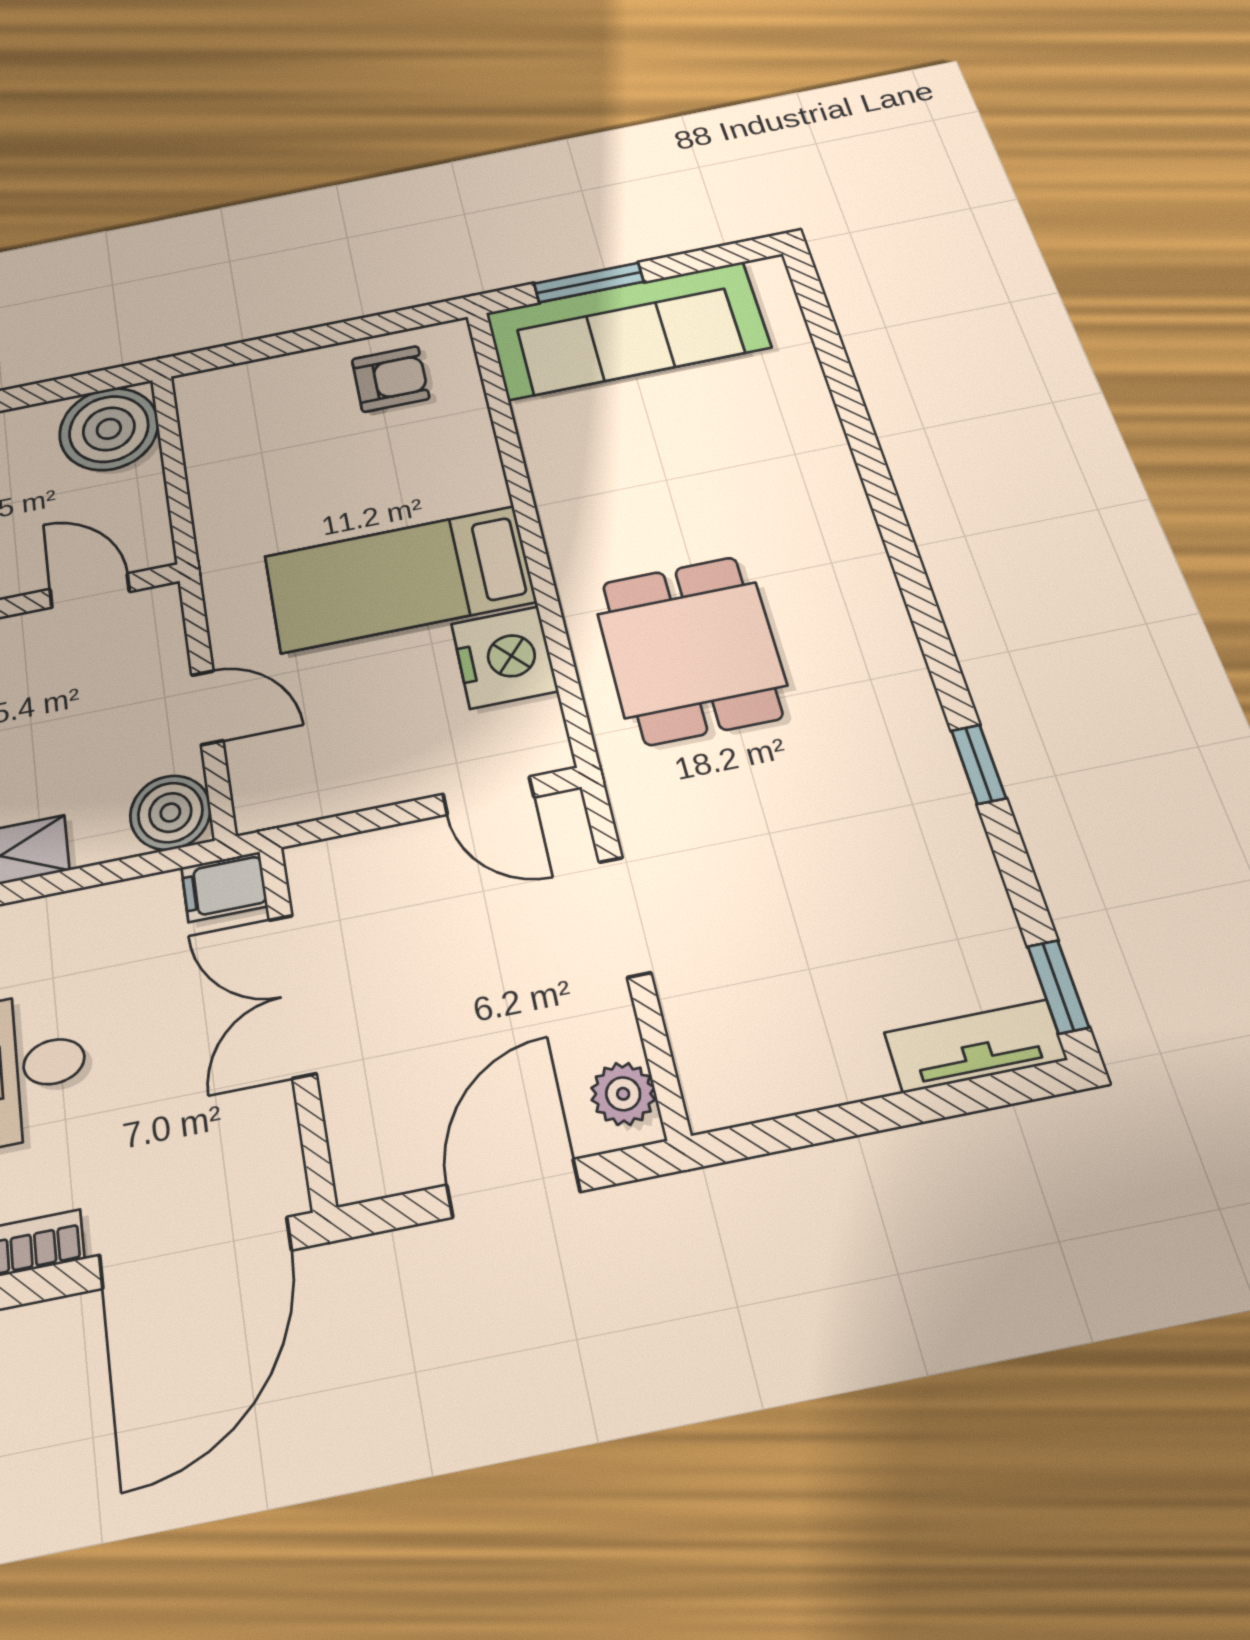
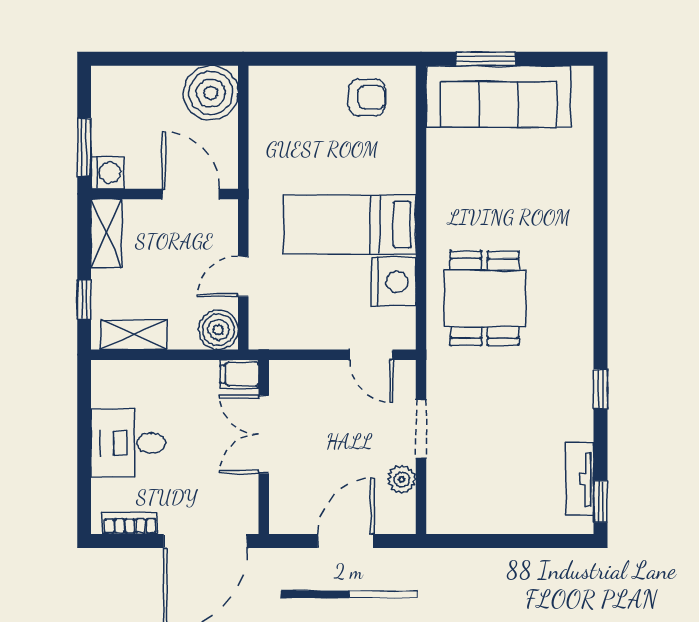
door: (90, 591) -> (191, 194), width x1.38
door: (207, 708) -> (243, 276), swing flipped
tv unit: (975, 1046) -> (580, 479), moved, turned -90
plant: (623, 1094) -> (402, 479), moved

